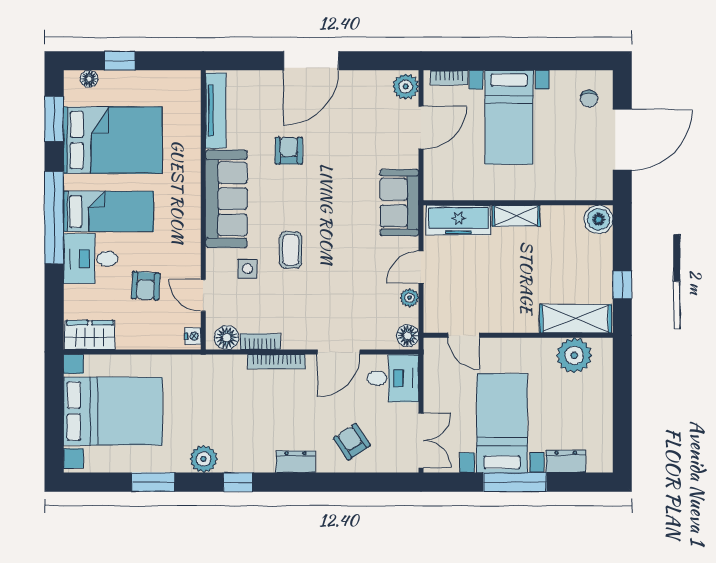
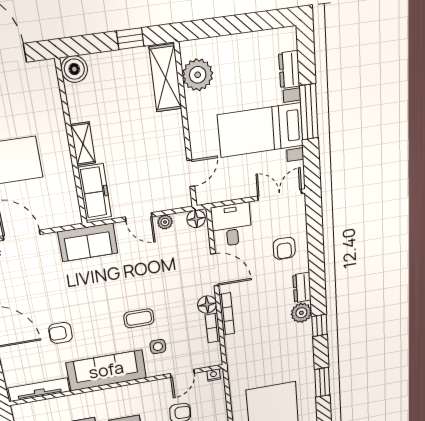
floor lamp: (227, 338) -> (207, 305), moved
armchair: (352, 442) -> (284, 248), turned -56
plant: (204, 459) -> (301, 313), moved

